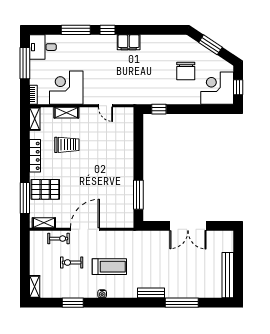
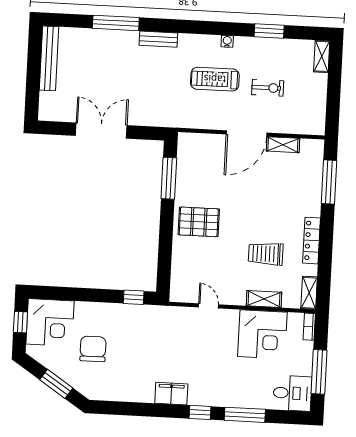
pallet: (45, 189) -> (199, 222), moved
shelving: (44, 223) -> (283, 145), moved
exercise bike: (59, 239) -> (284, 122), removed

